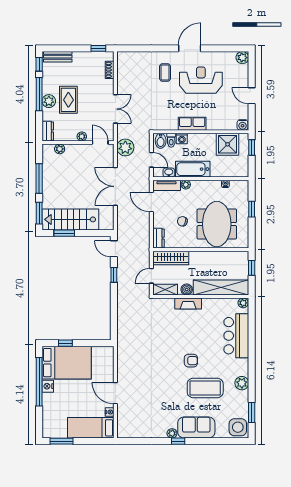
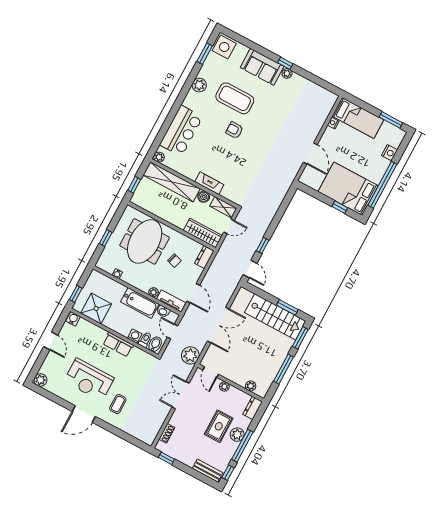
nightstand: (48, 386) -> (389, 153), moved
door: (115, 393) -> (310, 153), moved

